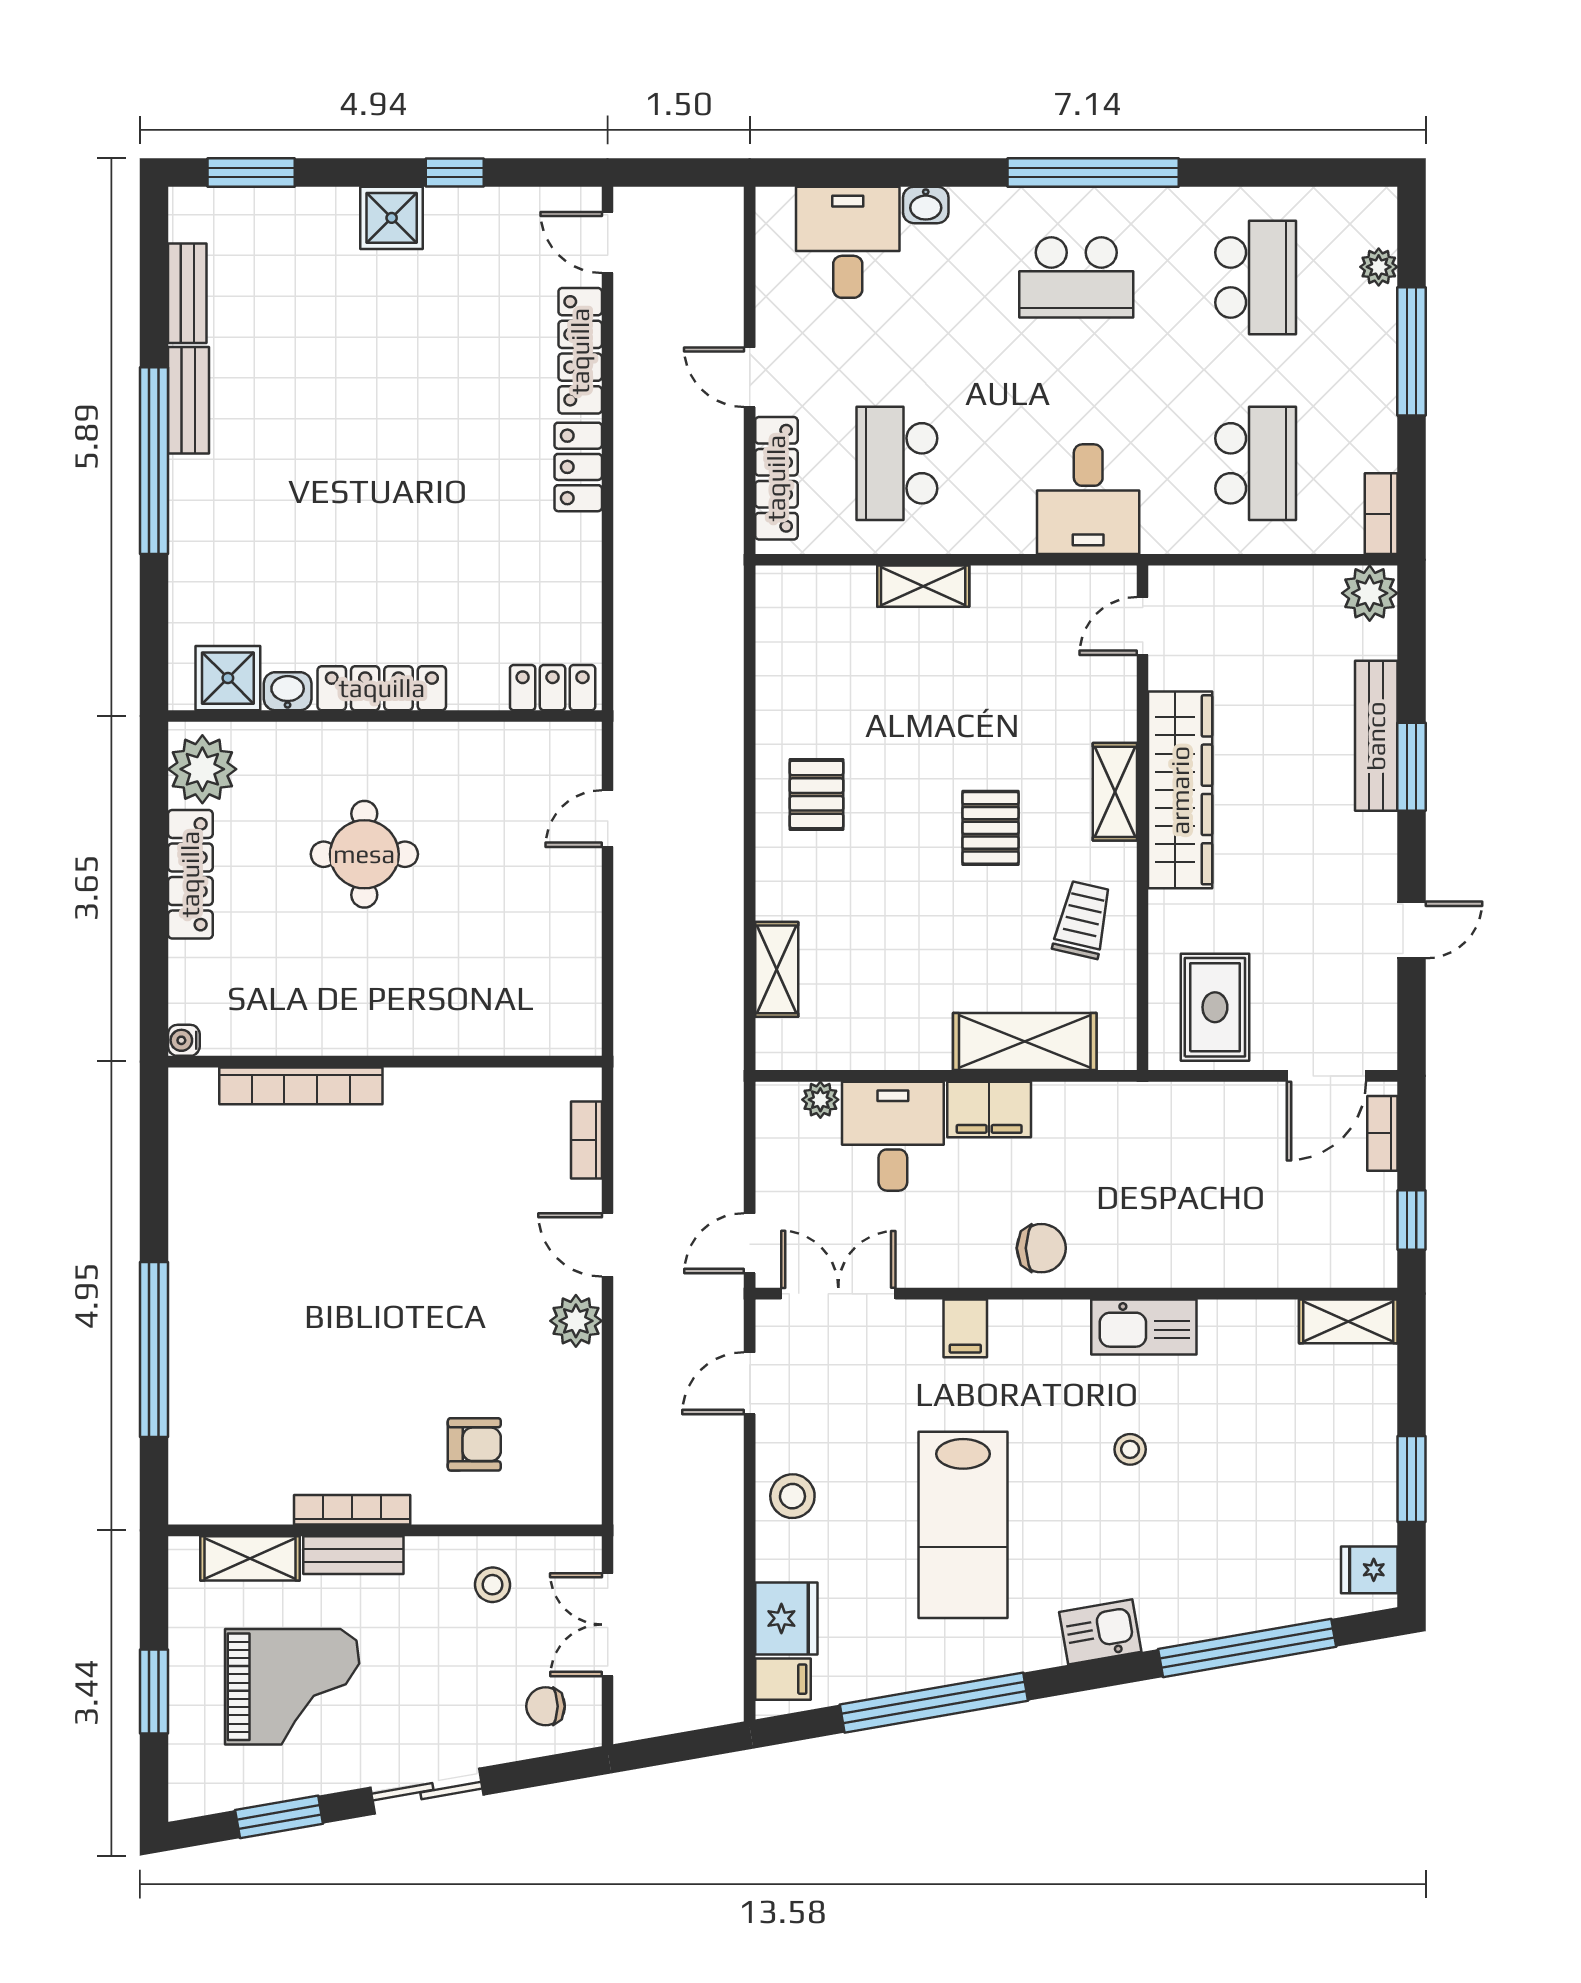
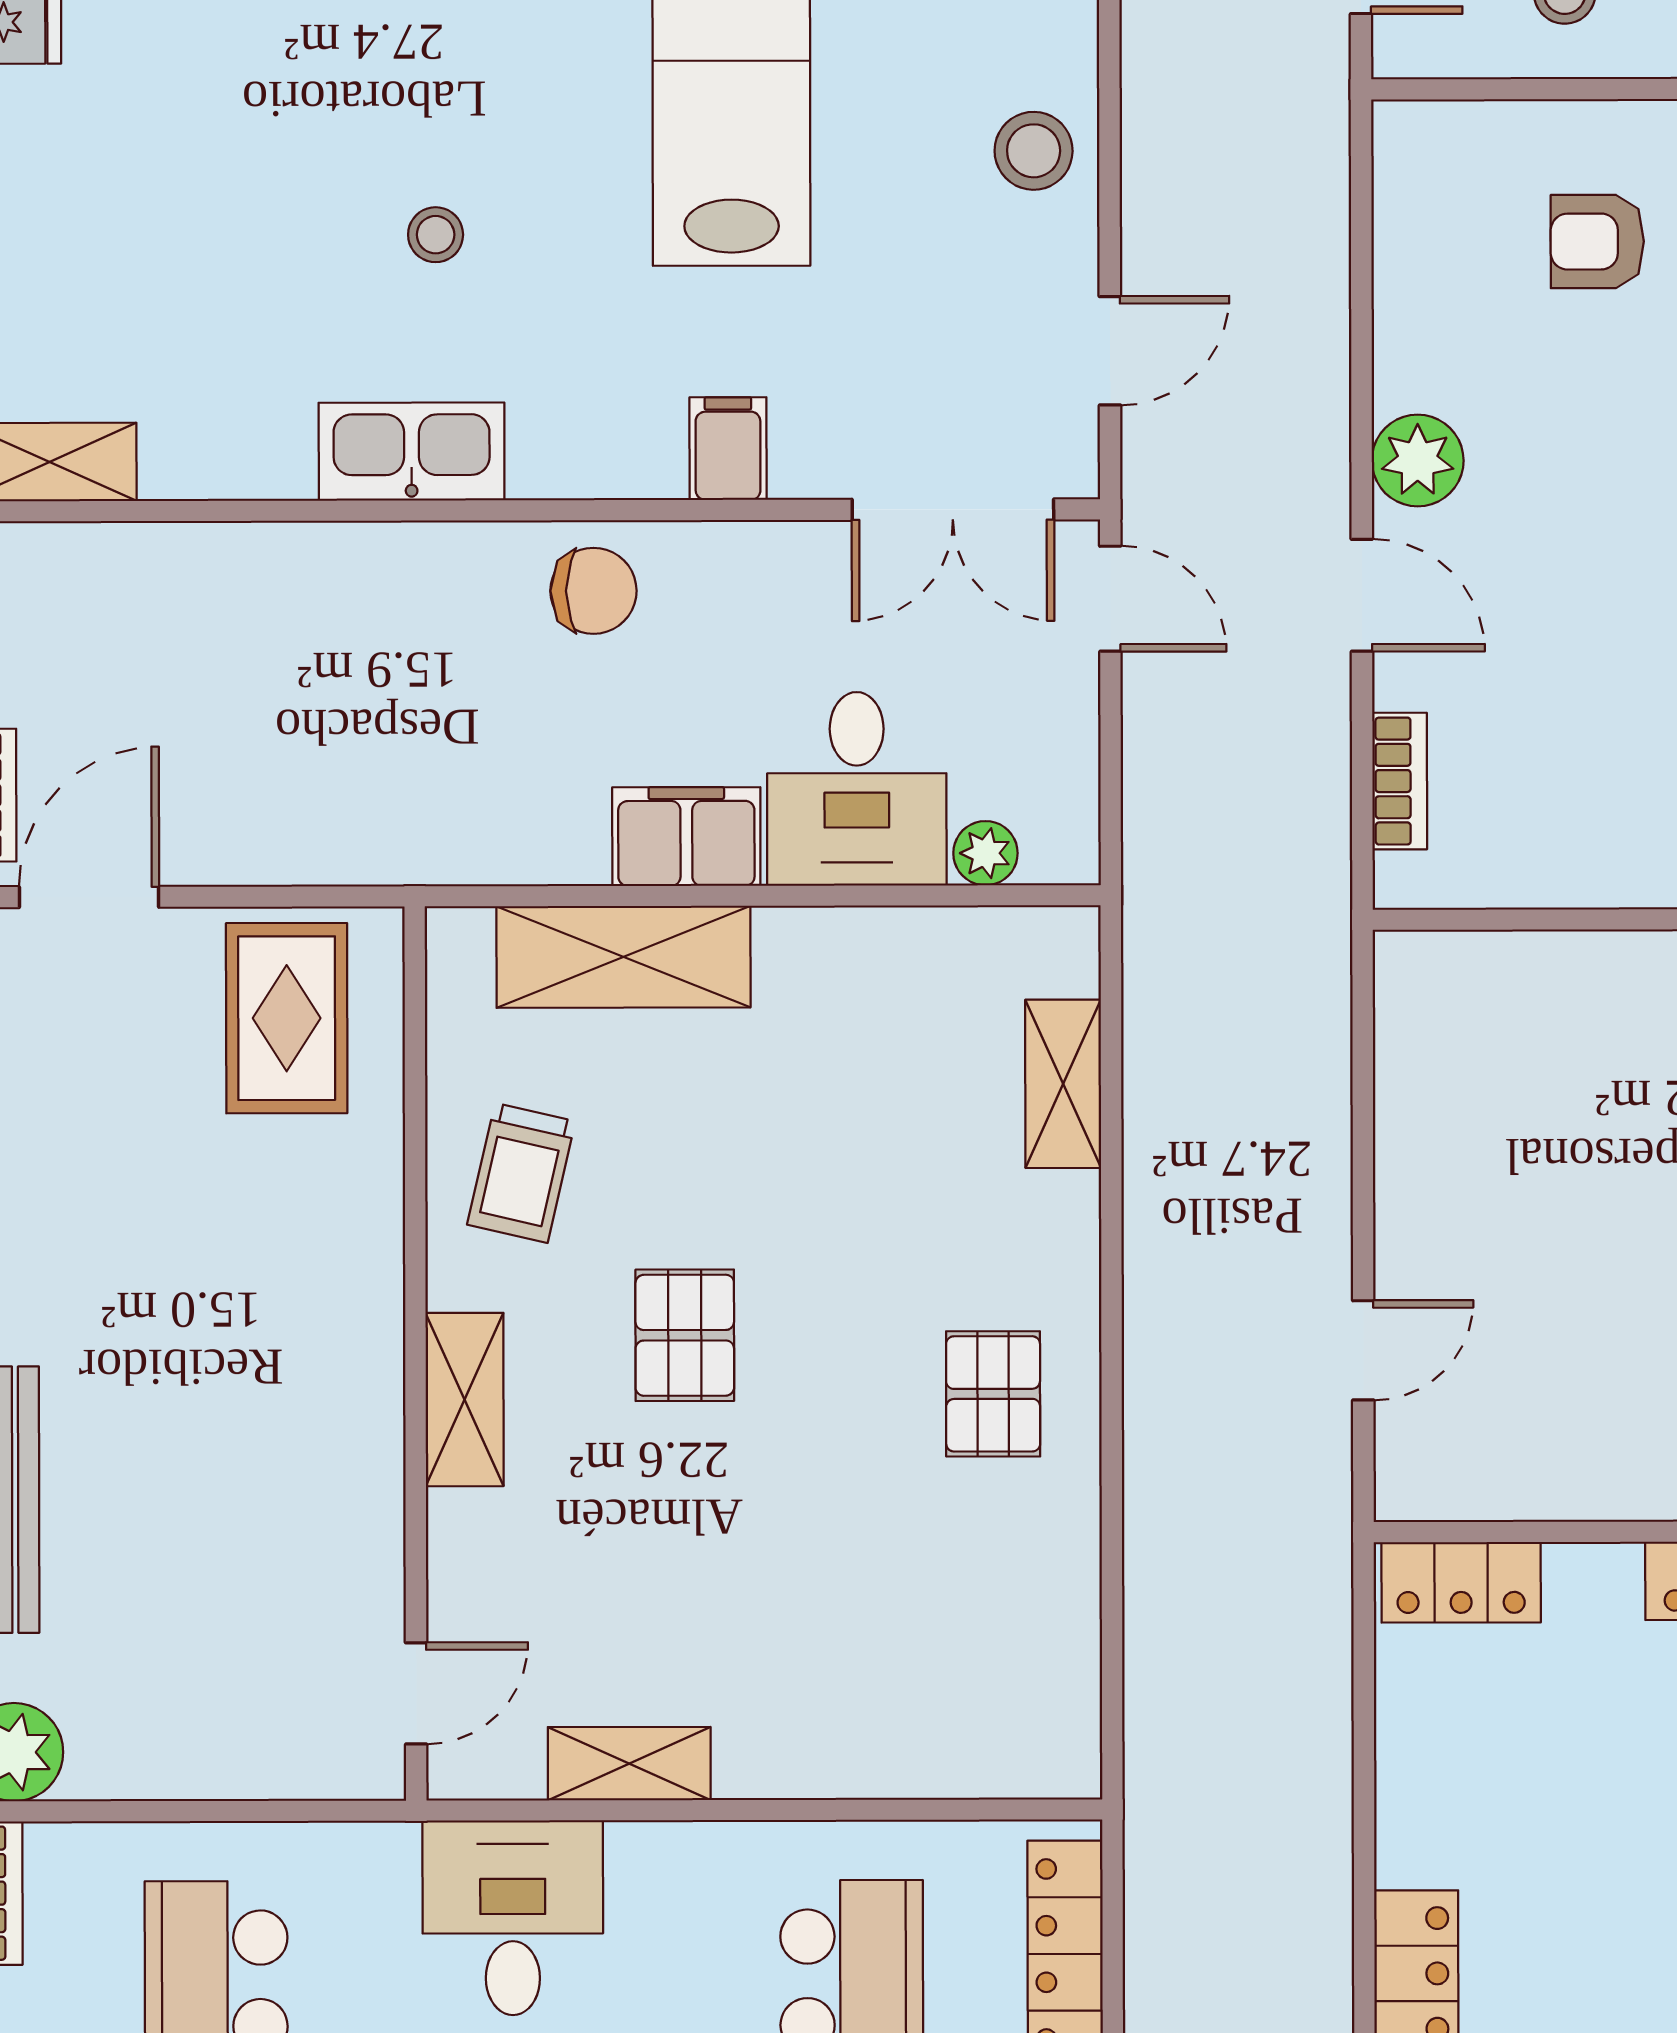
shelving: (923, 586) -> (629, 1764), moved
wardrobe: (1180, 790) -> (349, 1403), removed
door: (750, 1243) -> (1110, 599), hinge flipped
chair: (1041, 1248) -> (593, 591), turned 180

